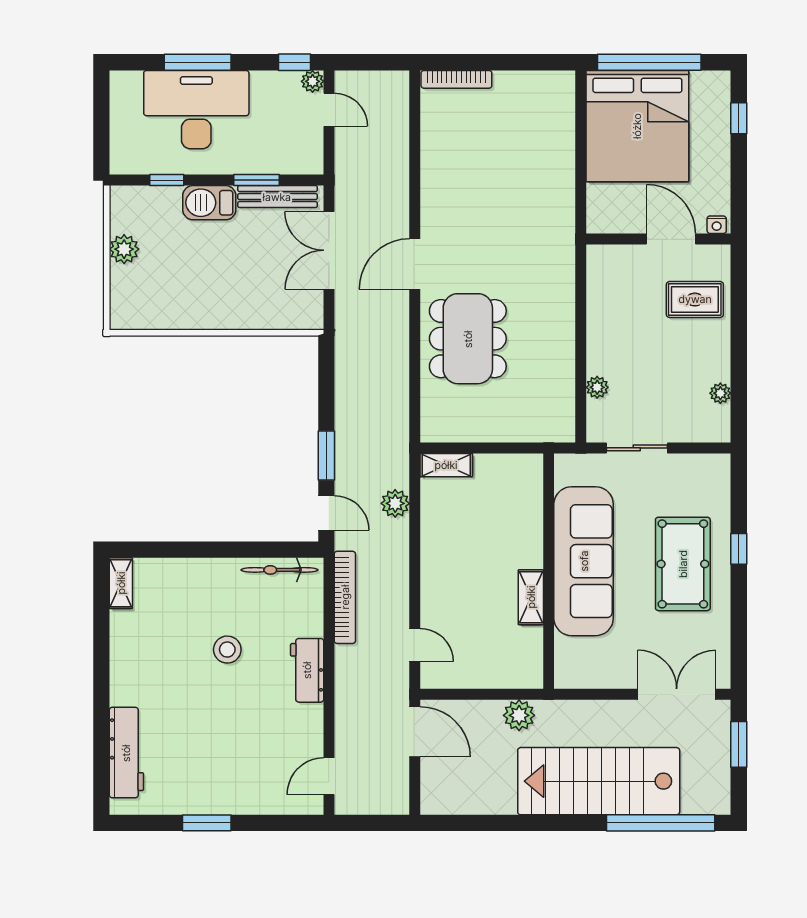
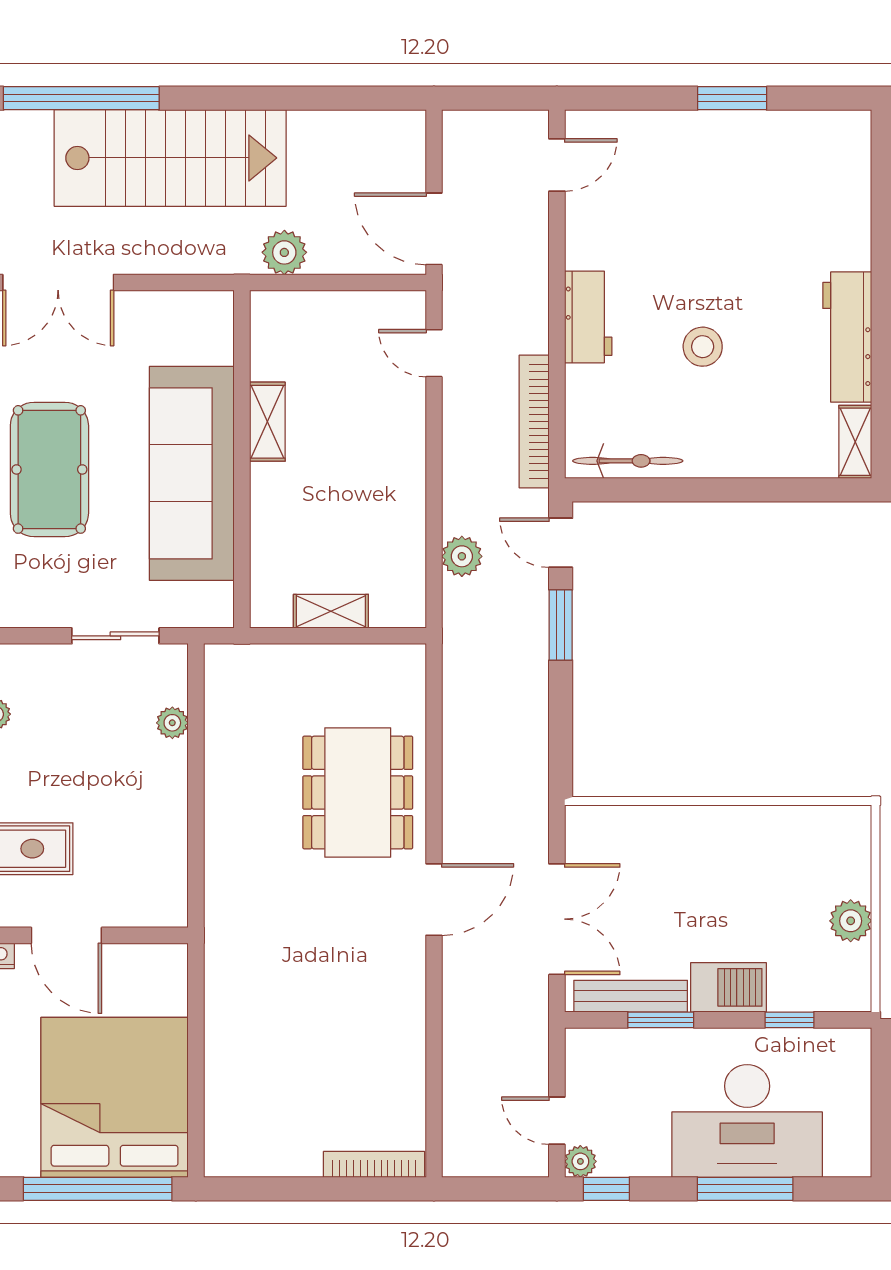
shelving: (446, 465) -> (331, 611), moved
workbench: (126, 753) -> (847, 337), moved

